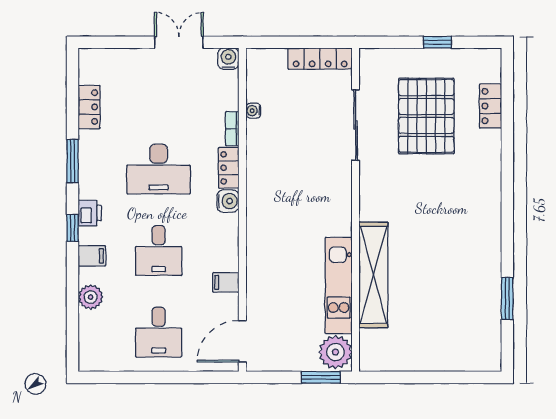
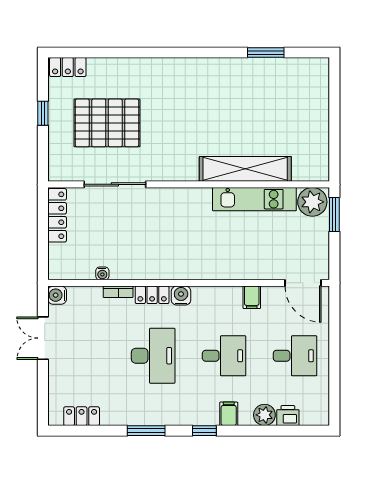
locker: (491, 106) -> (68, 67), moved
locker: (89, 107) -> (82, 416), moved
printer: (90, 213) -> (288, 416), moved

